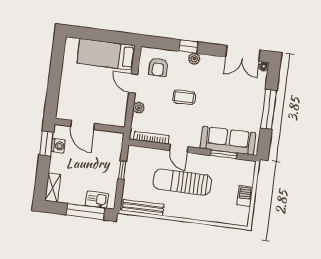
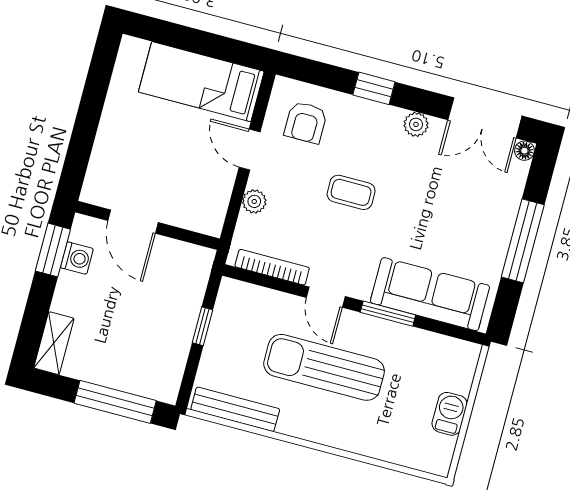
plant: (194, 59) -> (416, 124), moved
window: (224, 154) -> (388, 314), moved
kitchen sink: (97, 200) -> (142, 380), removed

